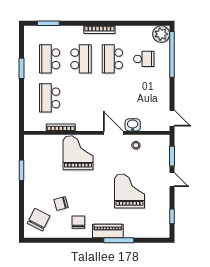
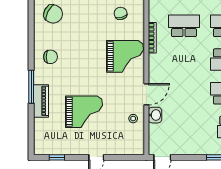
window: (172, 156) -> (121, 157), removed
chair: (61, 204) -> (121, 13), moved
piano: (108, 231) -> (41, 101), moved
window: (119, 240) -> (31, 87), moved

